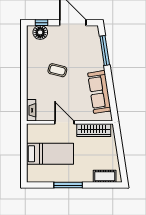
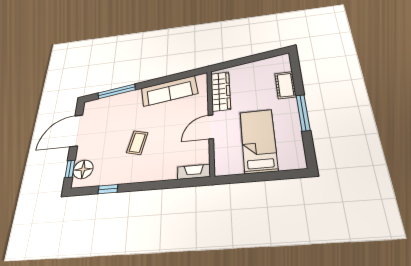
window: (24, 52) -> (108, 189), added
cot: (105, 176) -> (285, 85), moved

